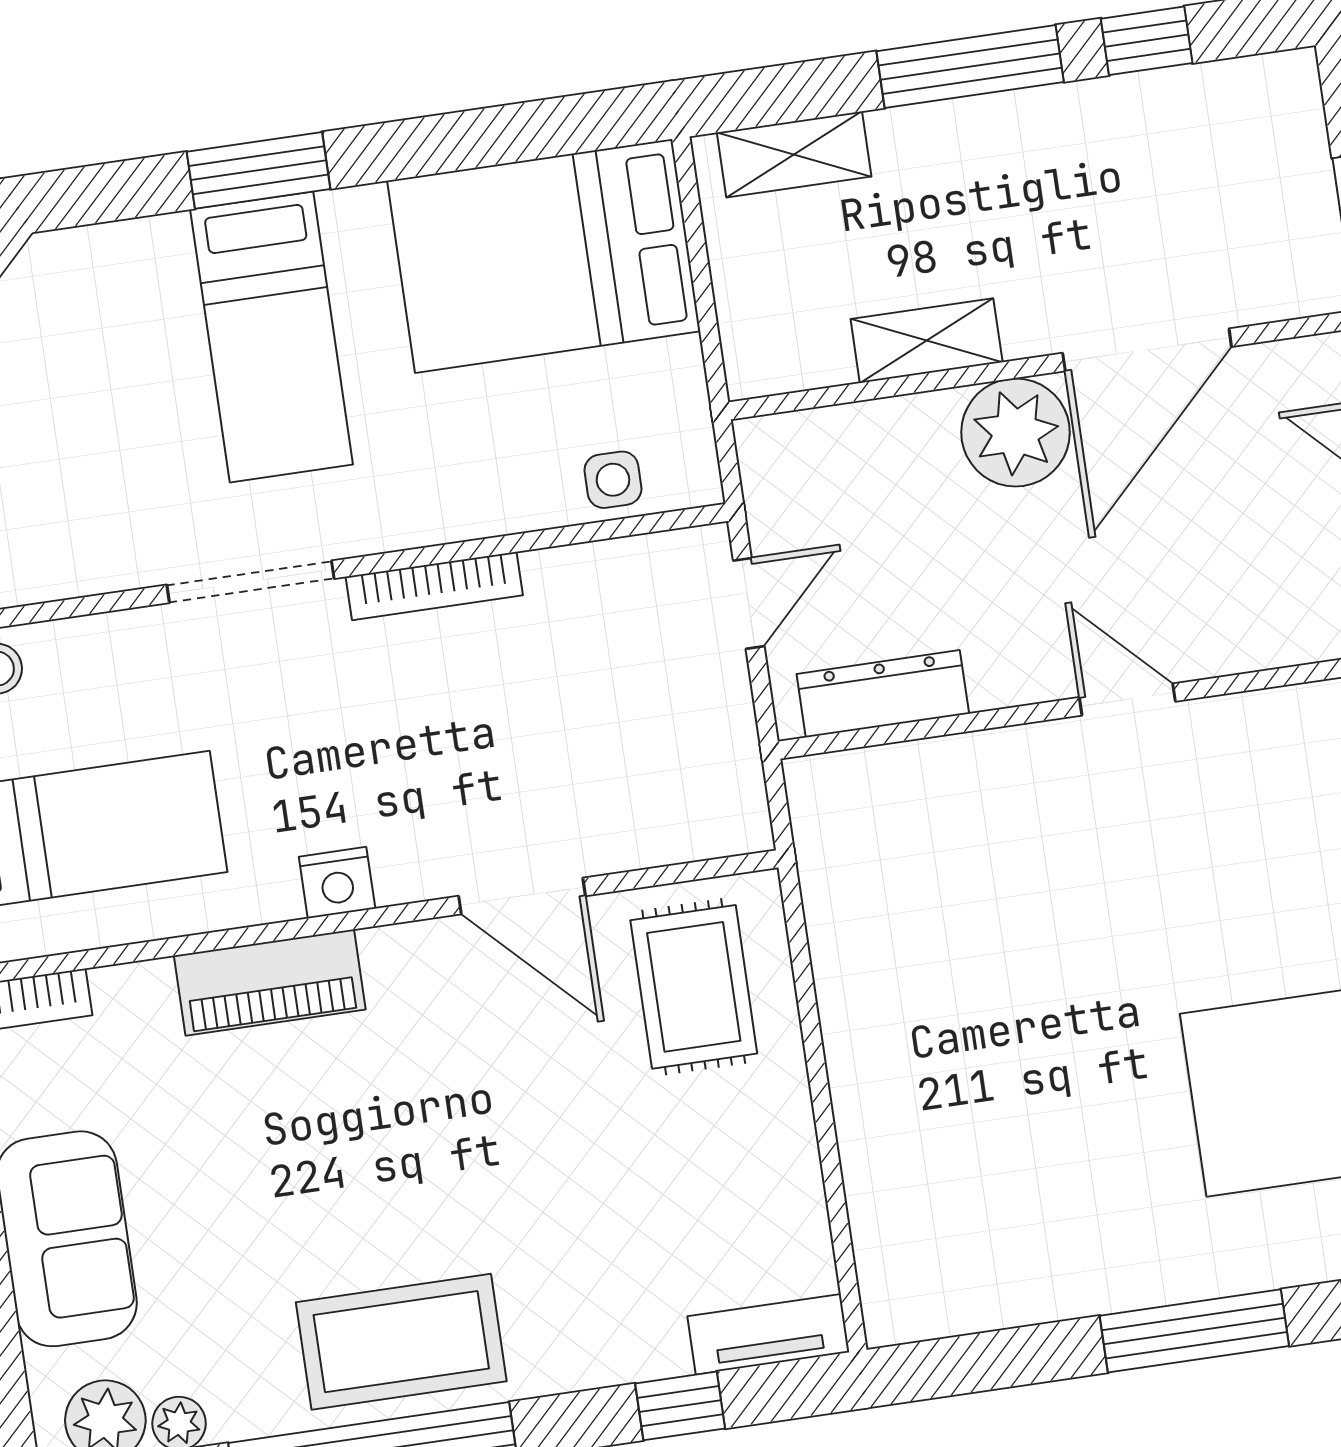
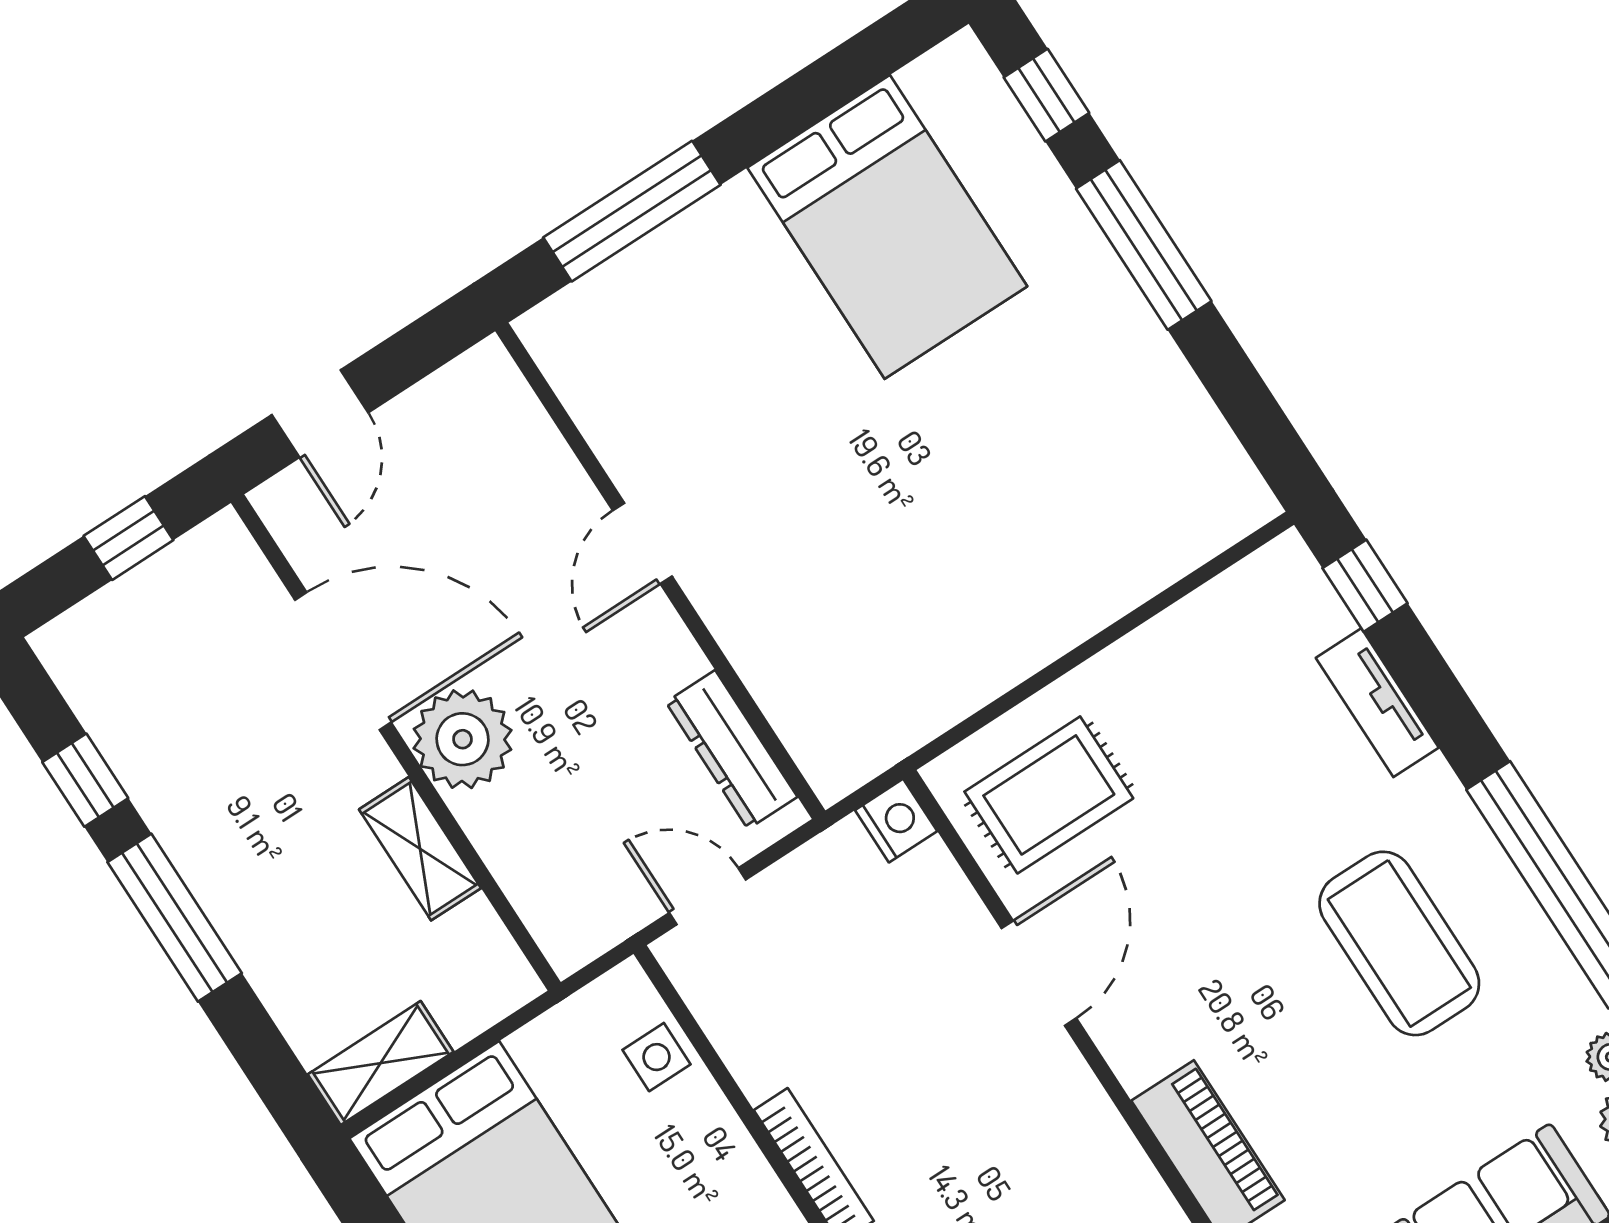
shelving: (794, 154) -> (381, 1063), moved, turned 90
nightstand: (337, 883) -> (896, 821), moved
tv unit: (768, 1334) -> (1377, 703), moved
coffee table: (401, 1342) -> (1399, 943), moved
window: (680, 1406) -> (1365, 586), moved

